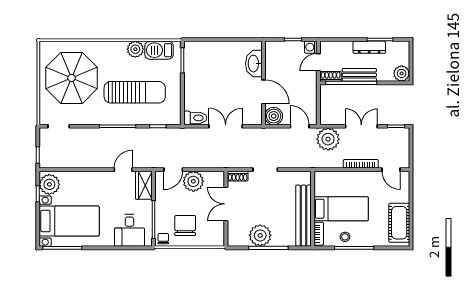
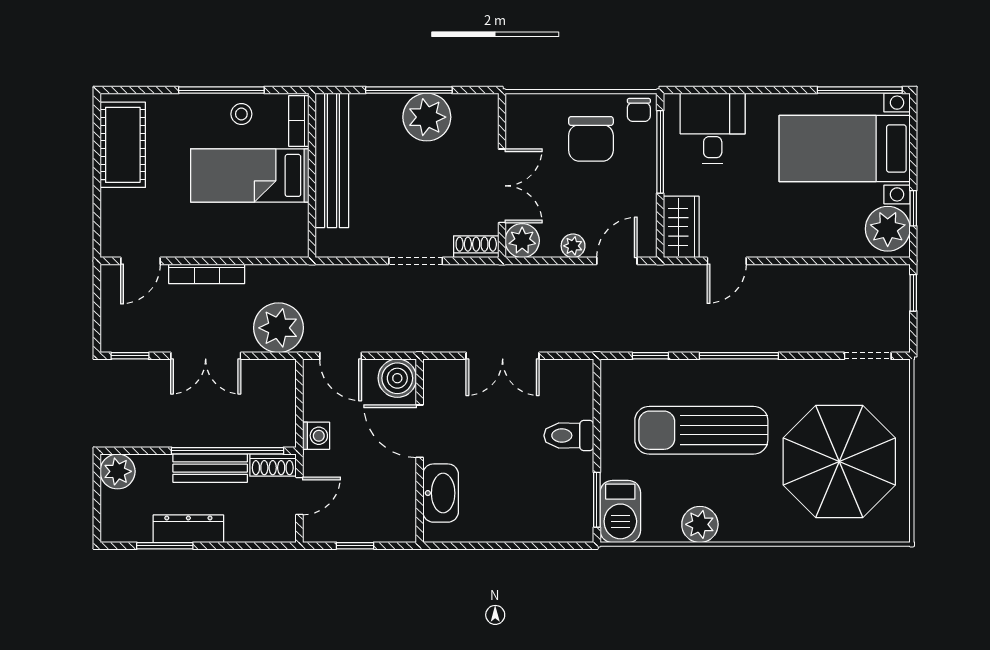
washing machine: (311, 47) -> (316, 436), moved
barbecue: (159, 50) -> (620, 511), moved, turned 90
toilet: (195, 118) -> (569, 436), moved
door: (391, 170) -> (140, 261), swing flipped
plant: (217, 179) -> (522, 241), added
plant: (193, 181) -> (573, 246), width x0.53, depth x0.53

